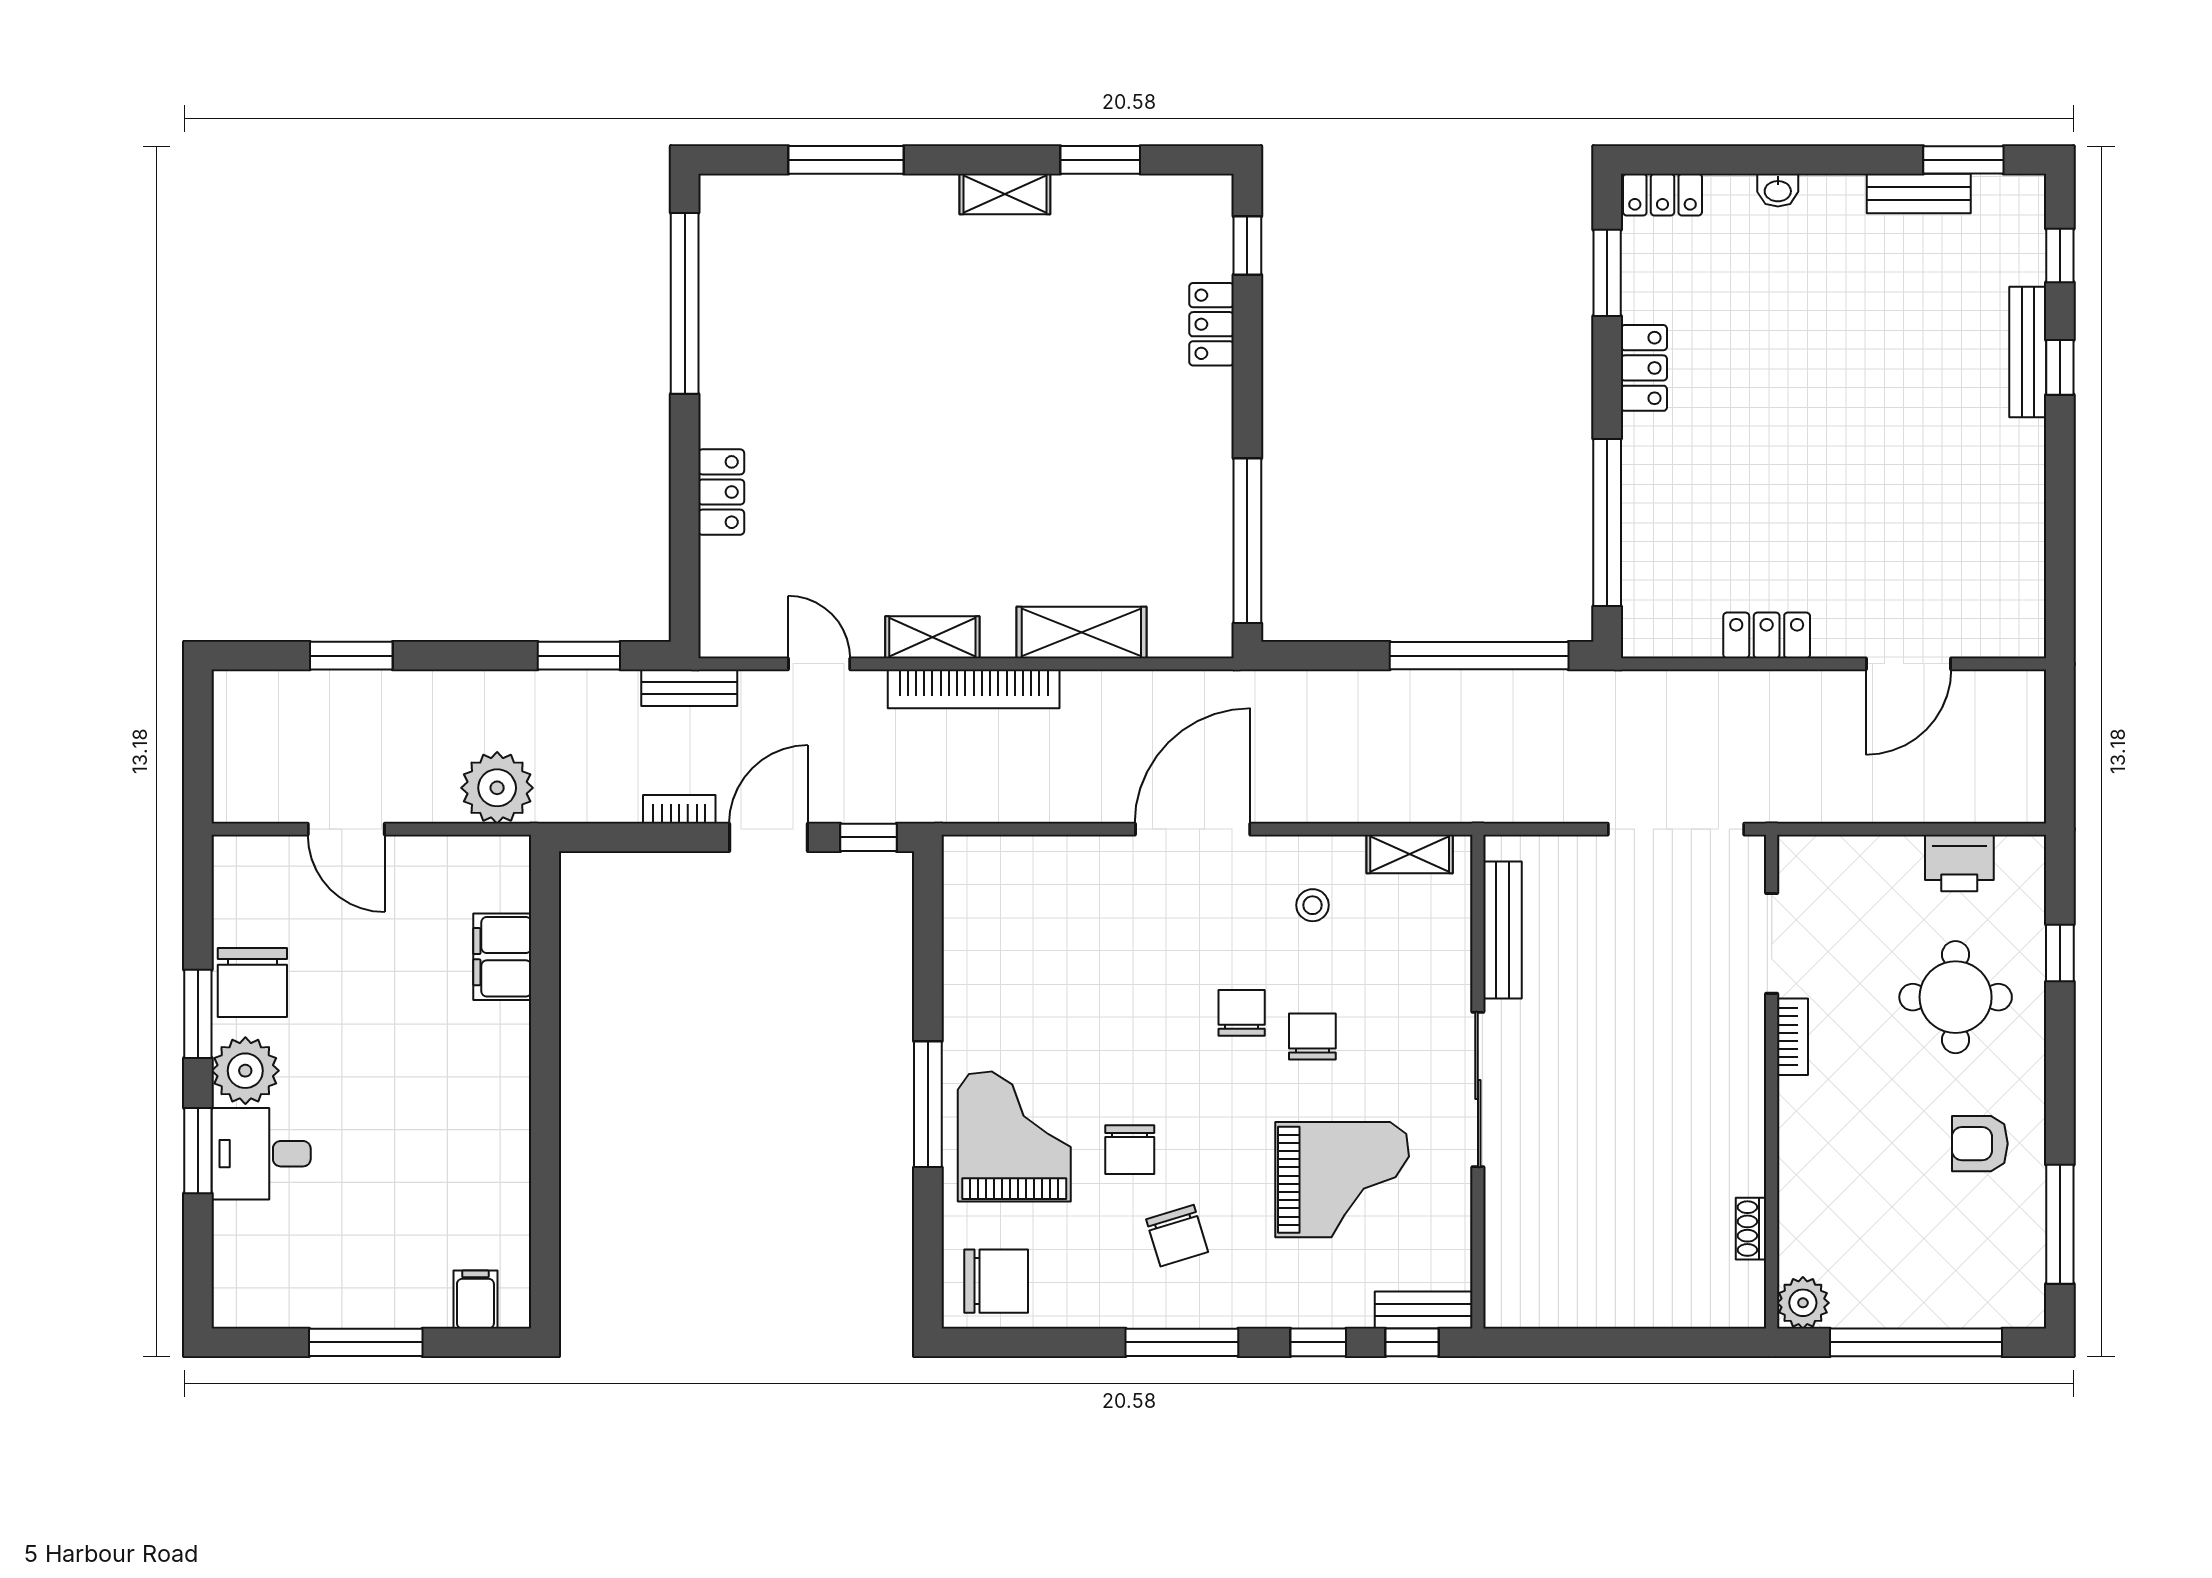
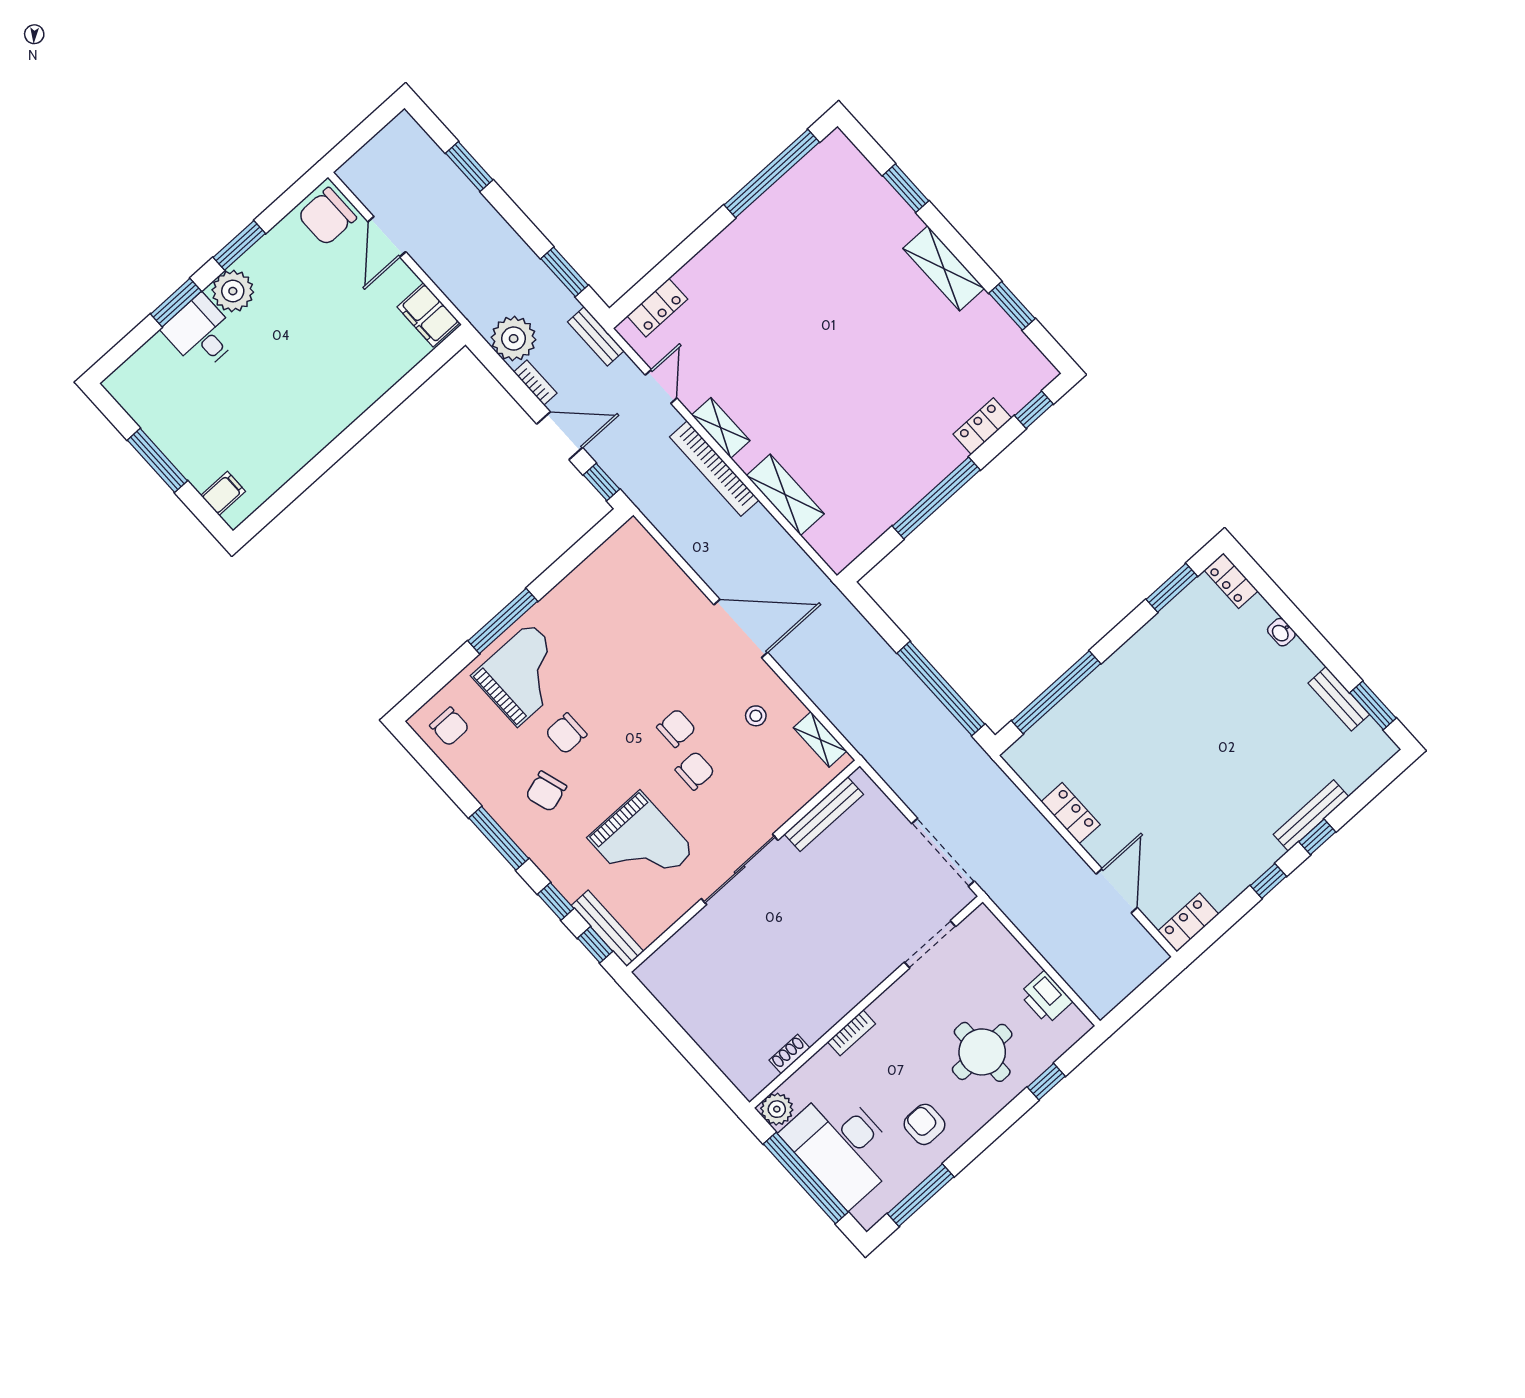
window: (846, 160) -> (906, 188), width x0.69
shelving: (1005, 194) -> (944, 268), width x1.50, depth x1.33
window: (2060, 255) -> (1268, 881), moved
locker: (1644, 368) -> (1188, 923), moved, turned 180
locker: (721, 492) -> (657, 308), moved
window: (1247, 541) -> (936, 498), moved
door: (1908, 664) -> (1117, 891), swing flipped
plant: (497, 788) -> (514, 339), moved
filing cabinet: (502, 957) -> (428, 315), moved, turned -90
chair: (252, 983) -> (327, 217), moved
bookcase: (1792, 1037) -> (852, 1033), moved
desk: (1917, 1265) -> (842, 1146), added
chair: (996, 1281) -> (449, 727), width x0.73, depth x0.73
bench: (1424, 1310) -> (607, 928), width x1.36

